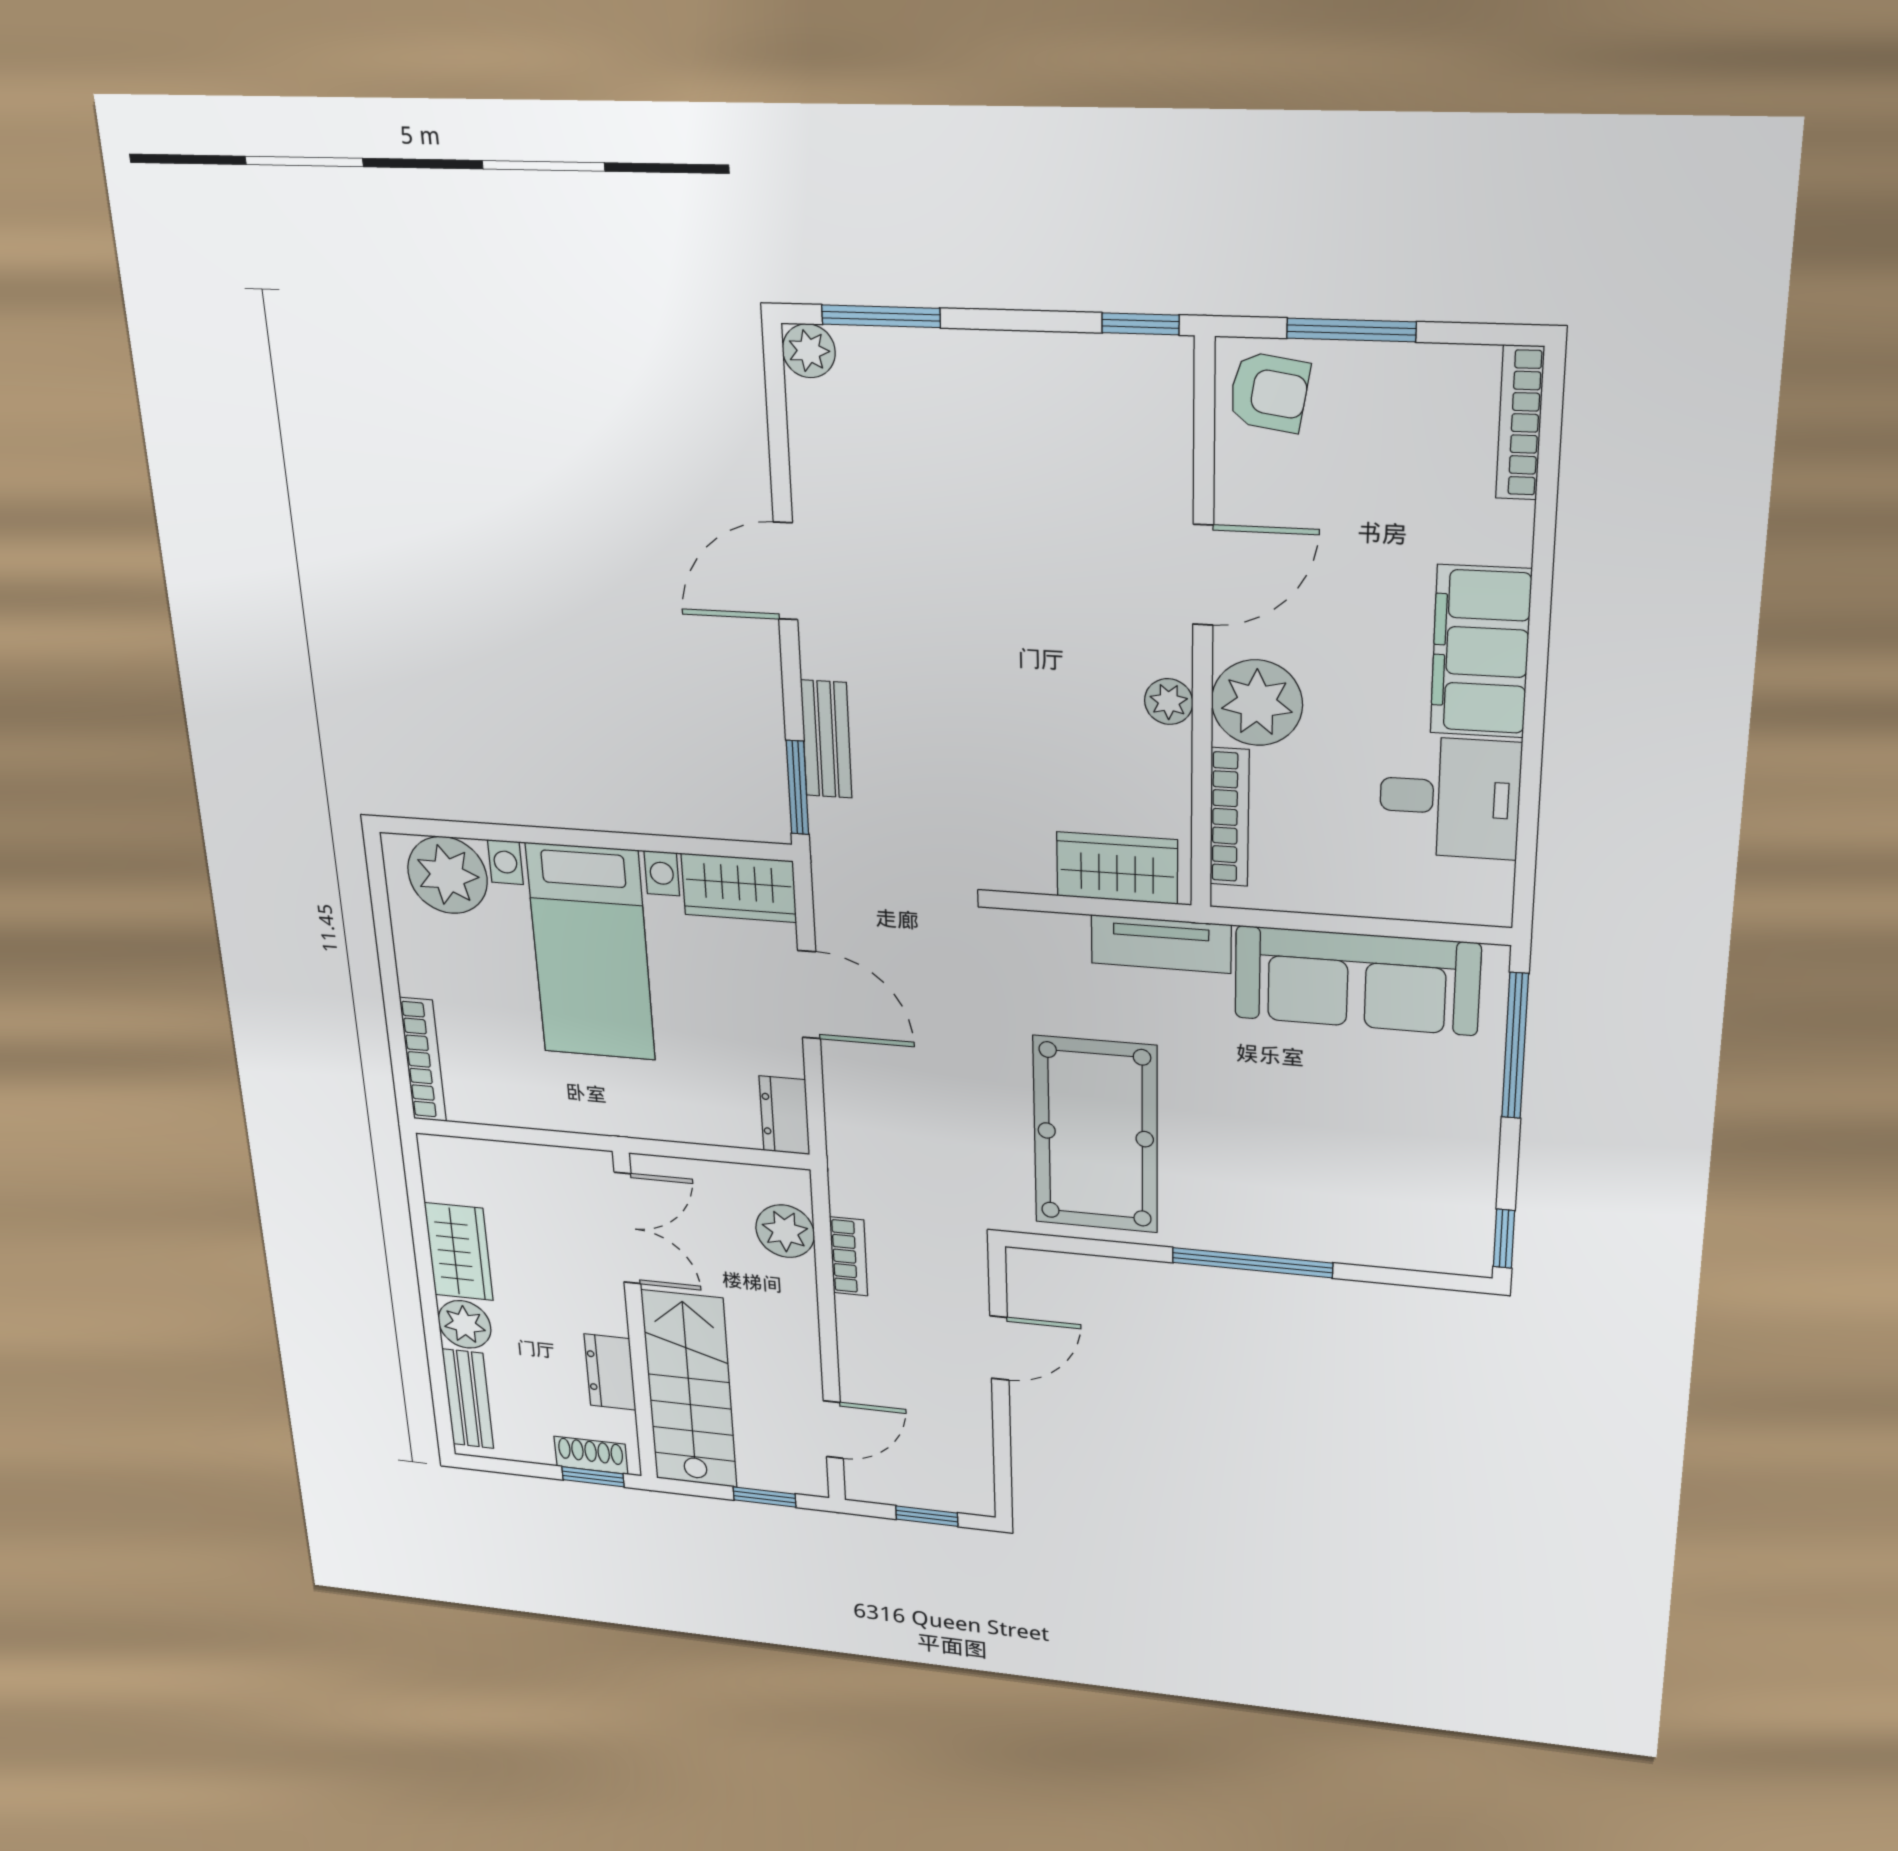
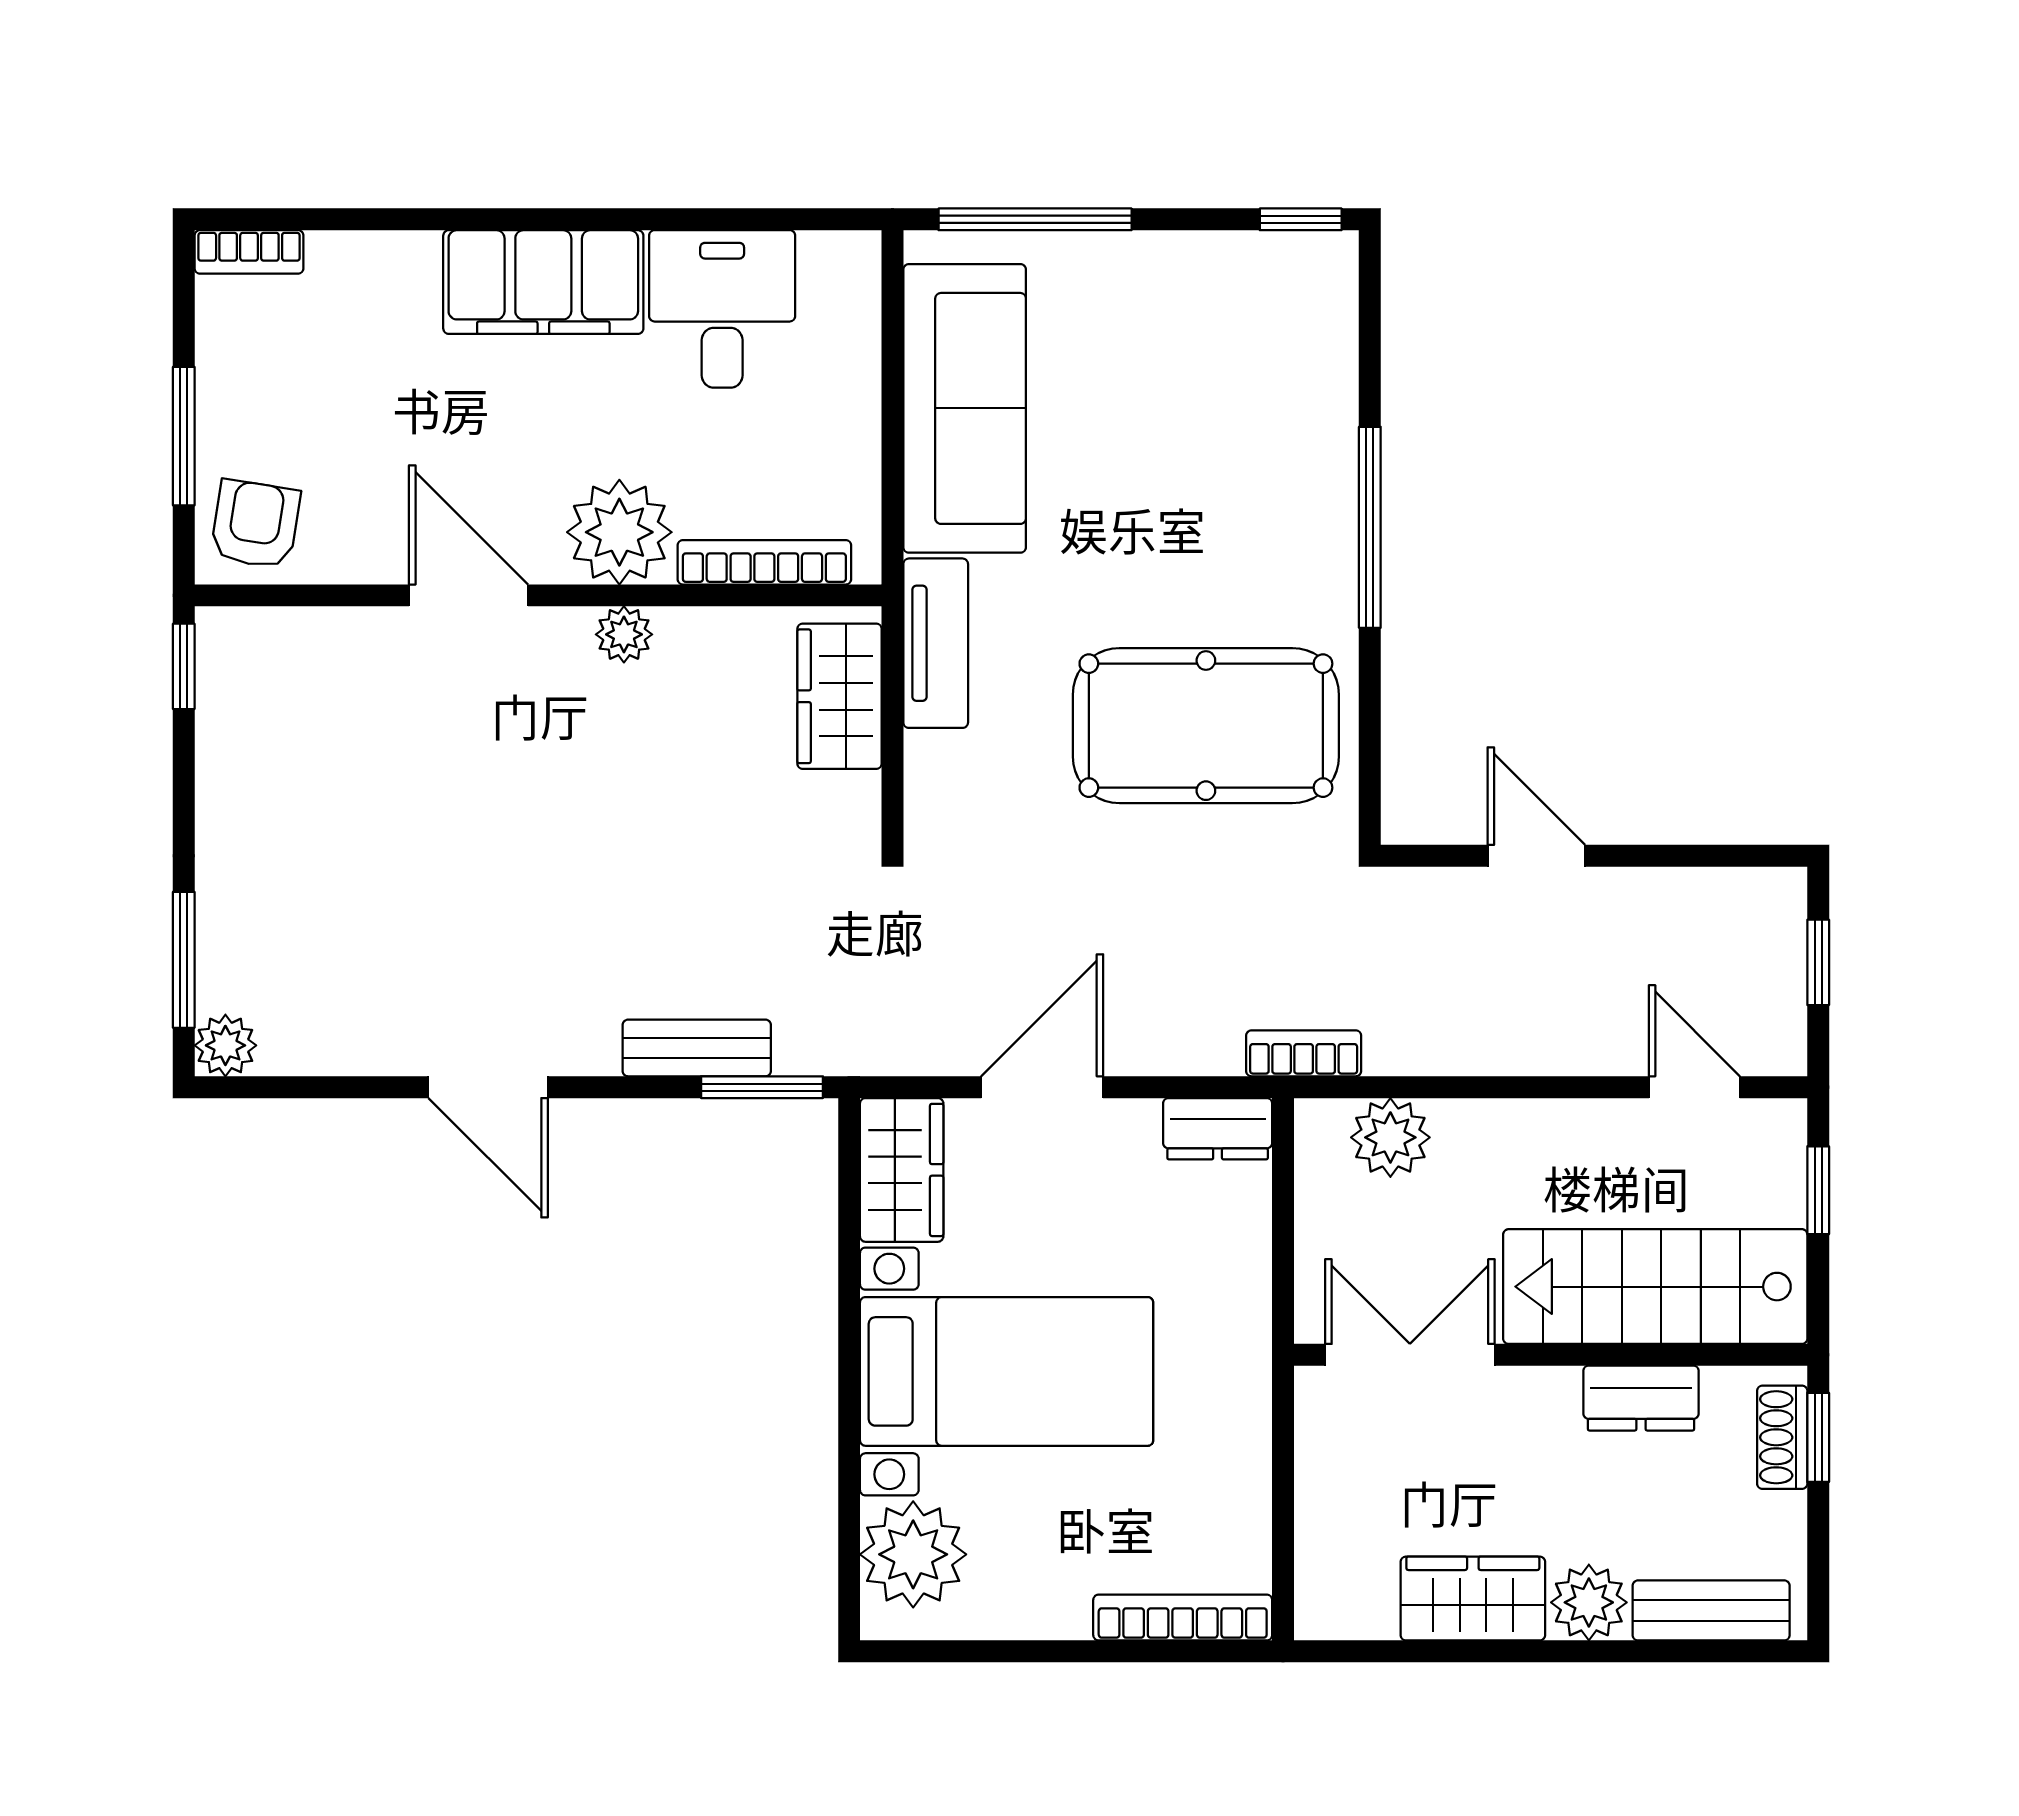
bookcase: (1520, 423) -> (249, 252), width x0.64
bookcase: (849, 1256) -> (1304, 1053), moved

